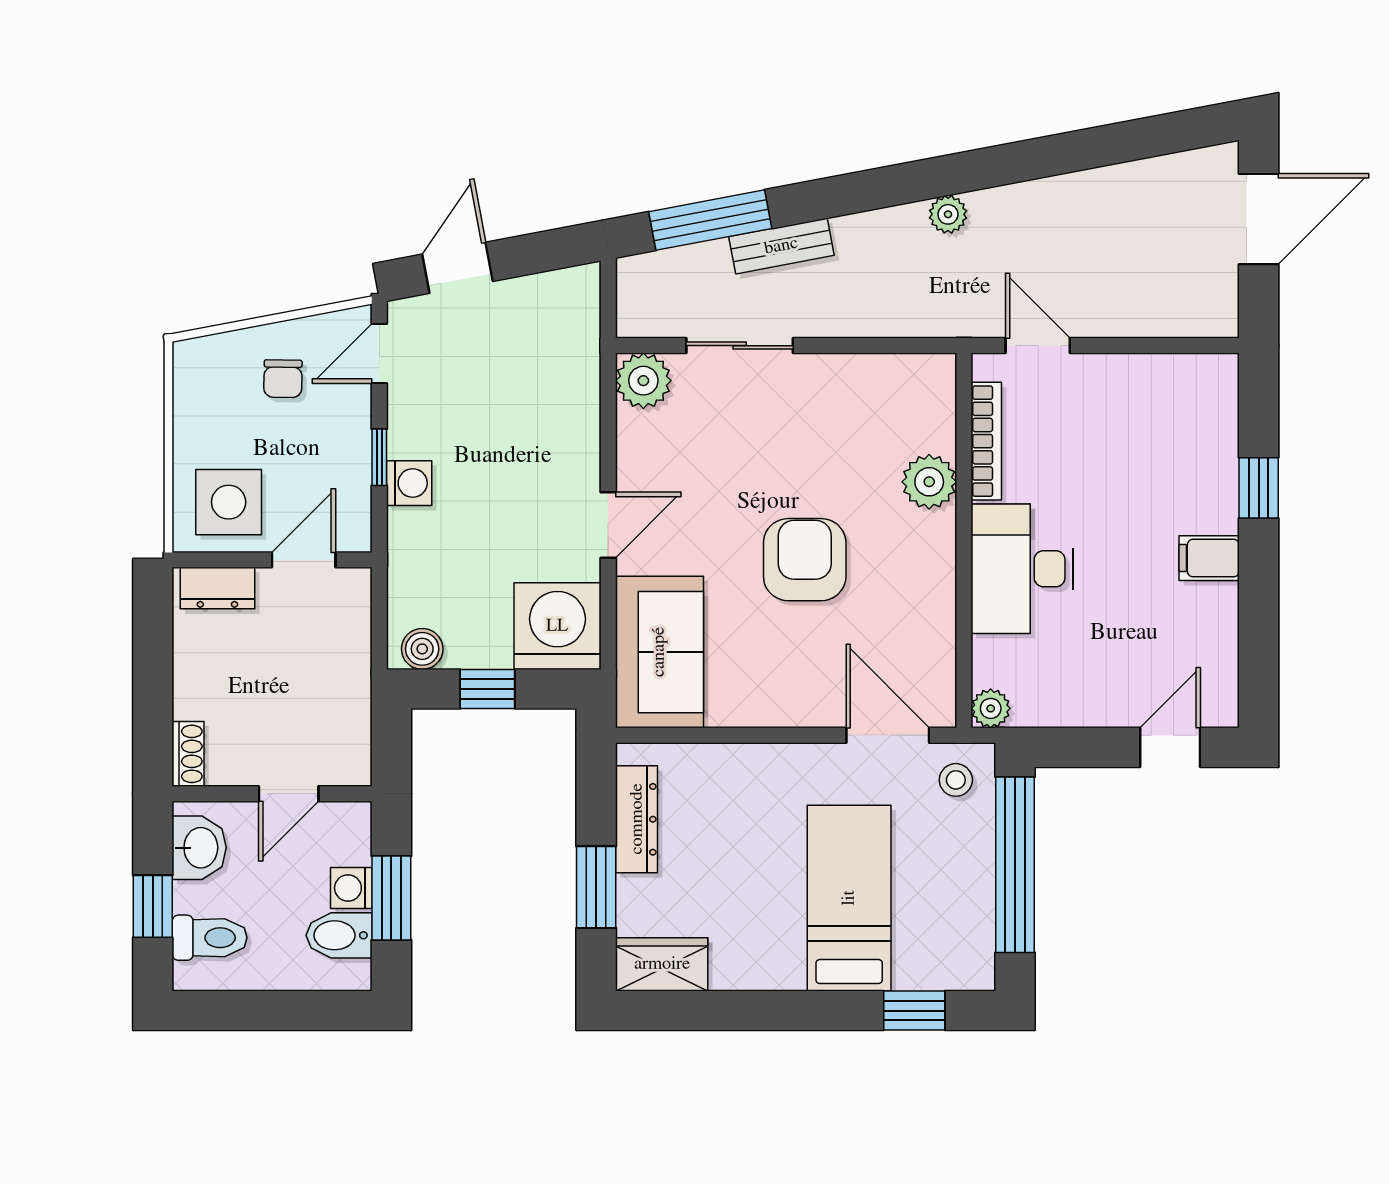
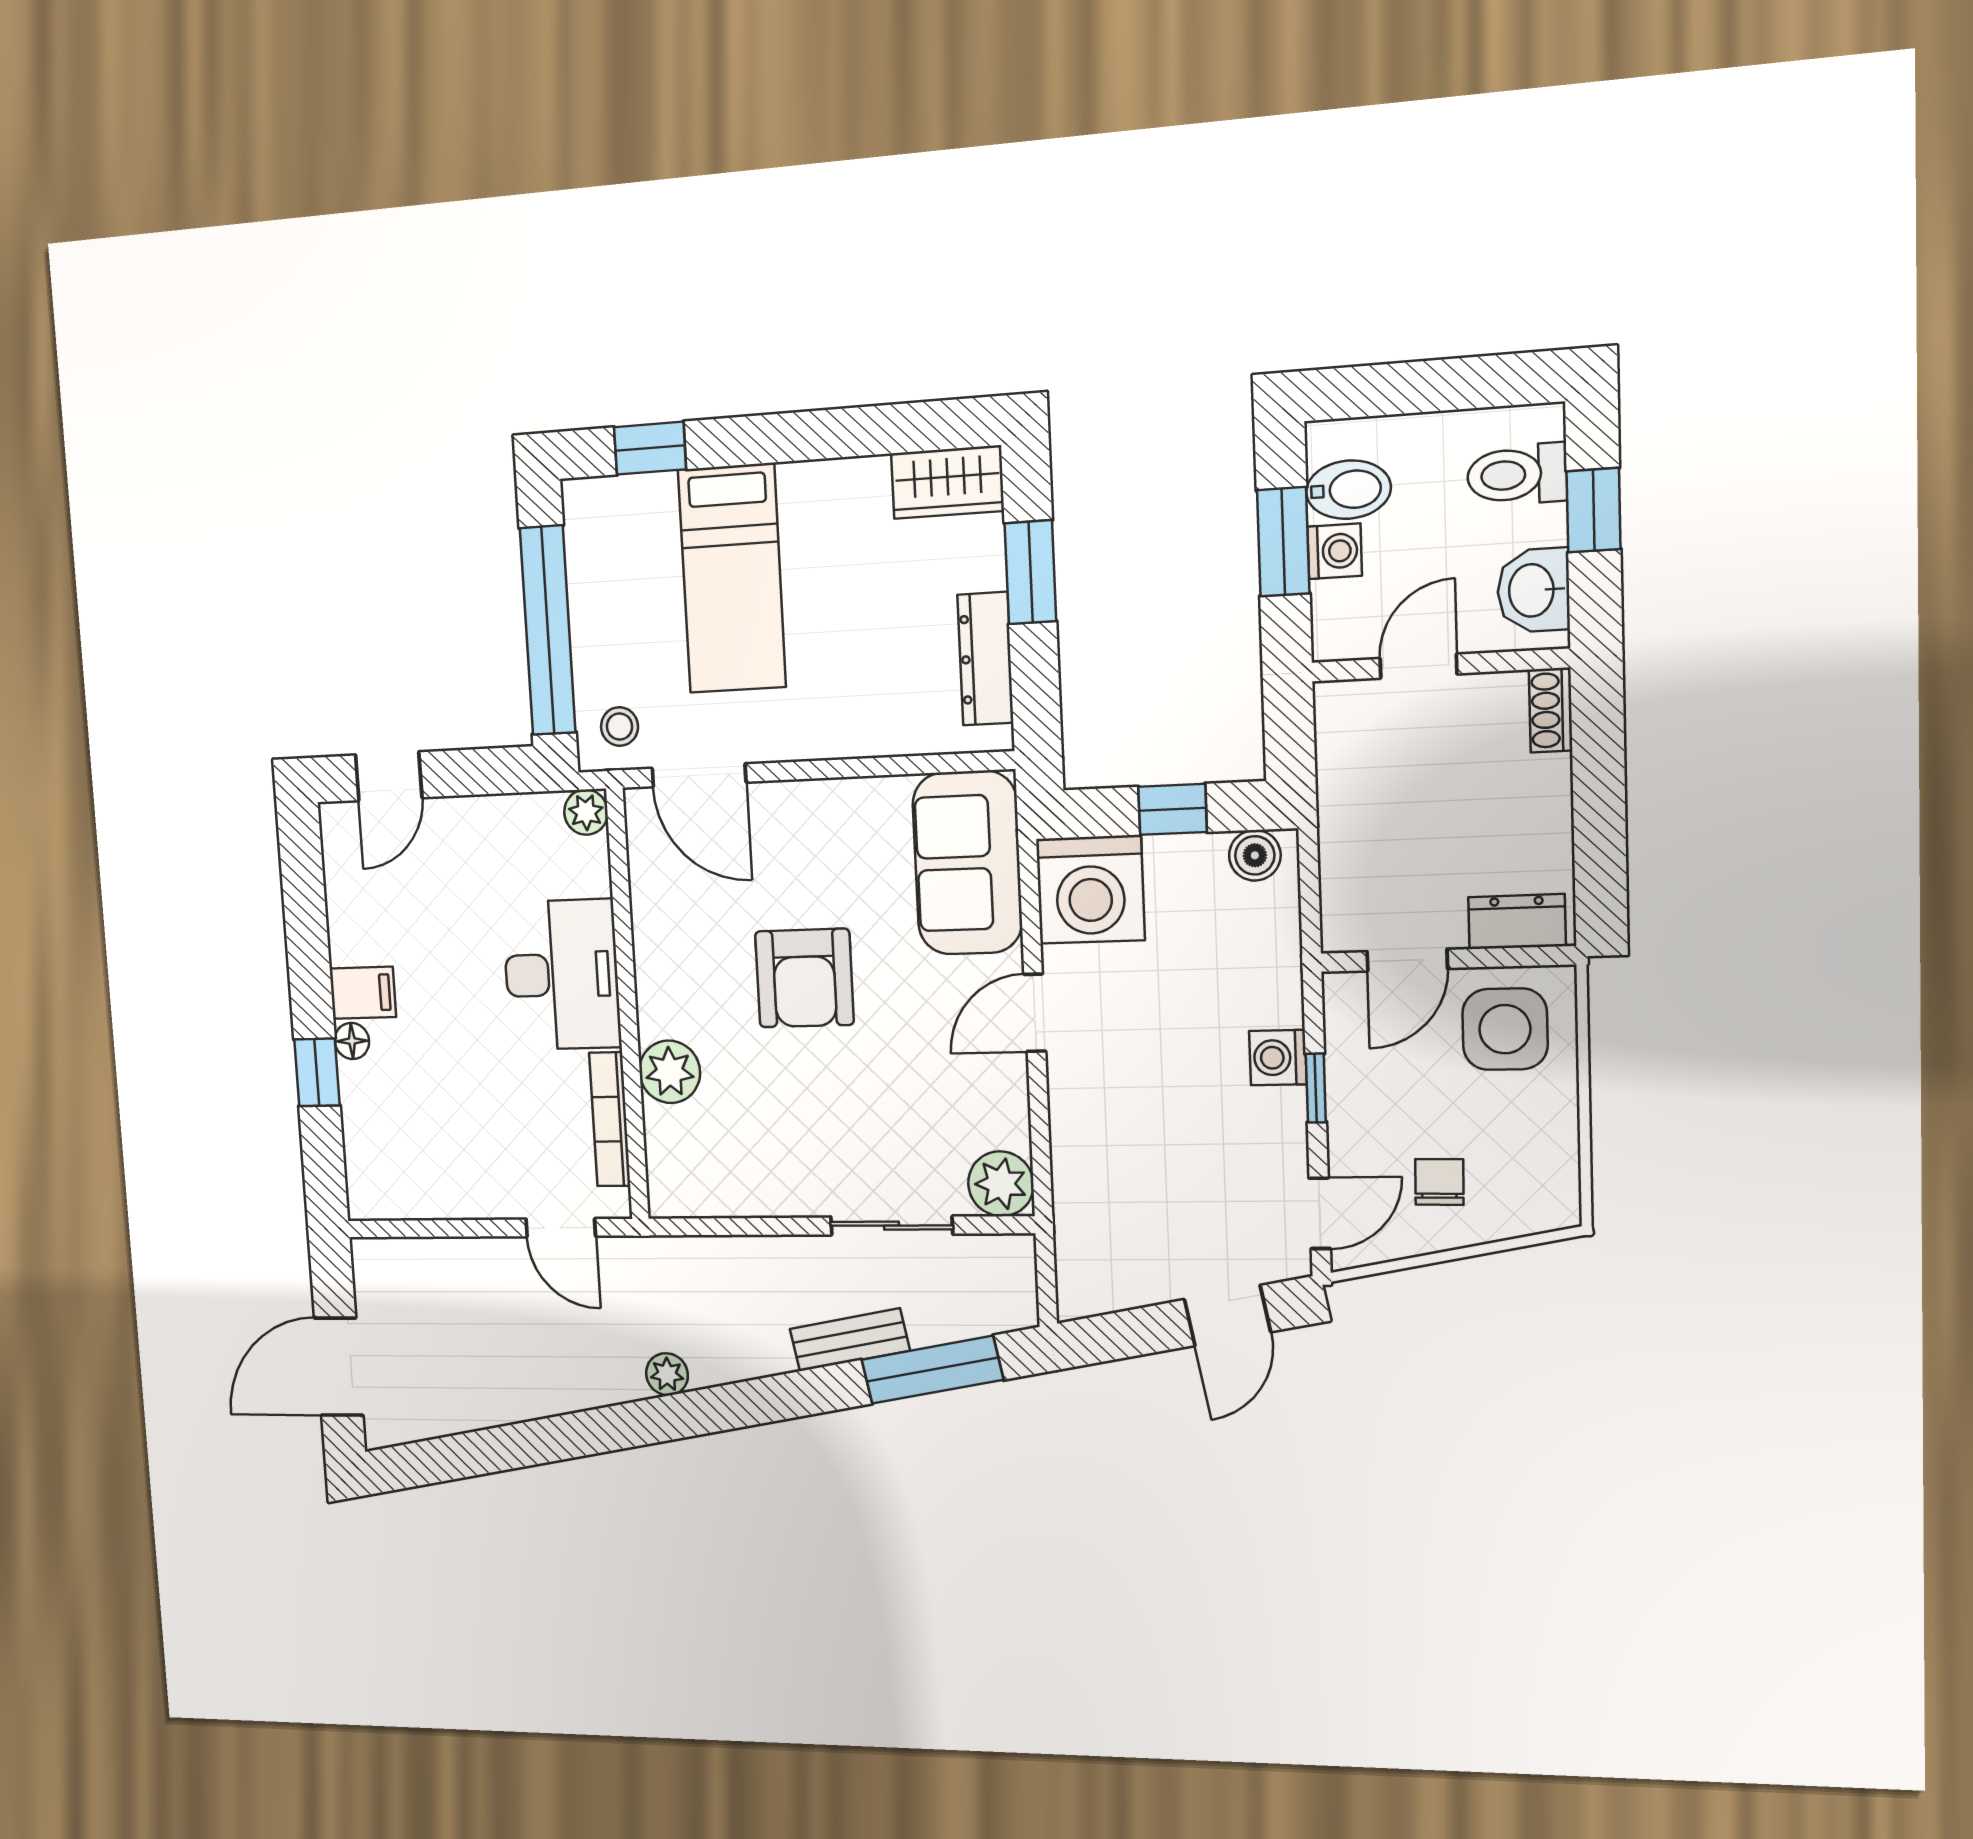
floor lamp: (1223, 515) -> (352, 1041), added

